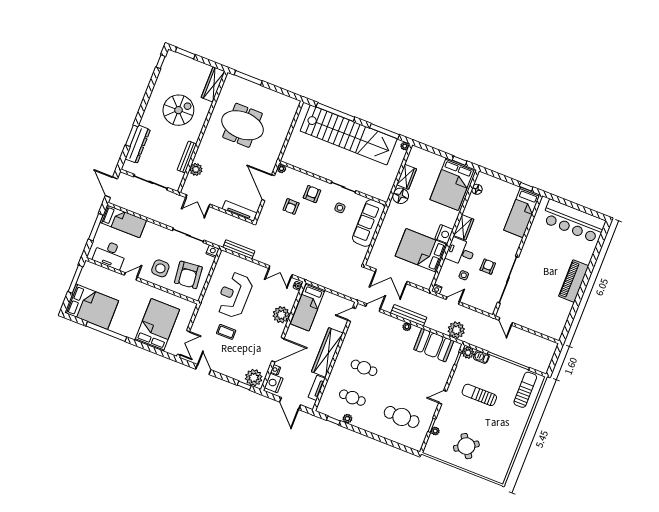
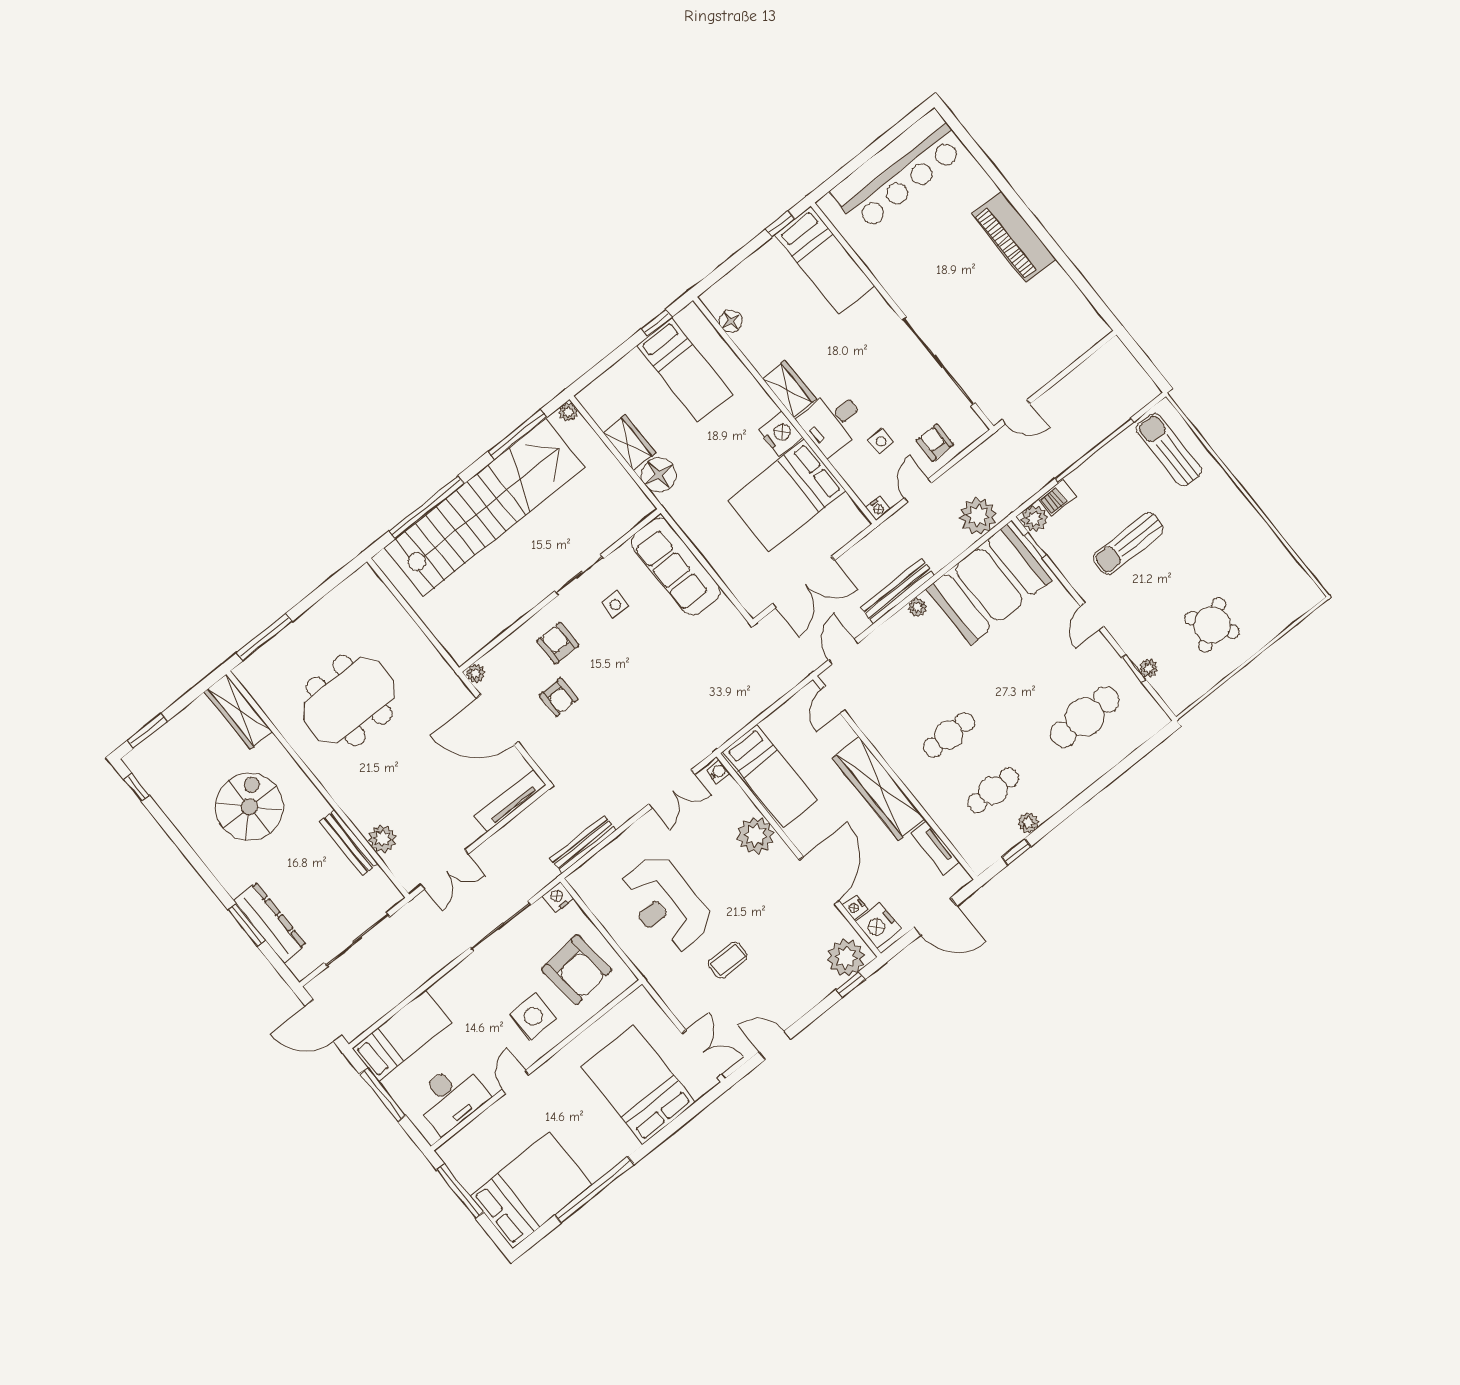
bed: (452, 184) -> (685, 370), width x0.67
armchair: (488, 267) -> (935, 443), moved
booth: (434, 345) -> (989, 585), width x1.36, depth x1.42

